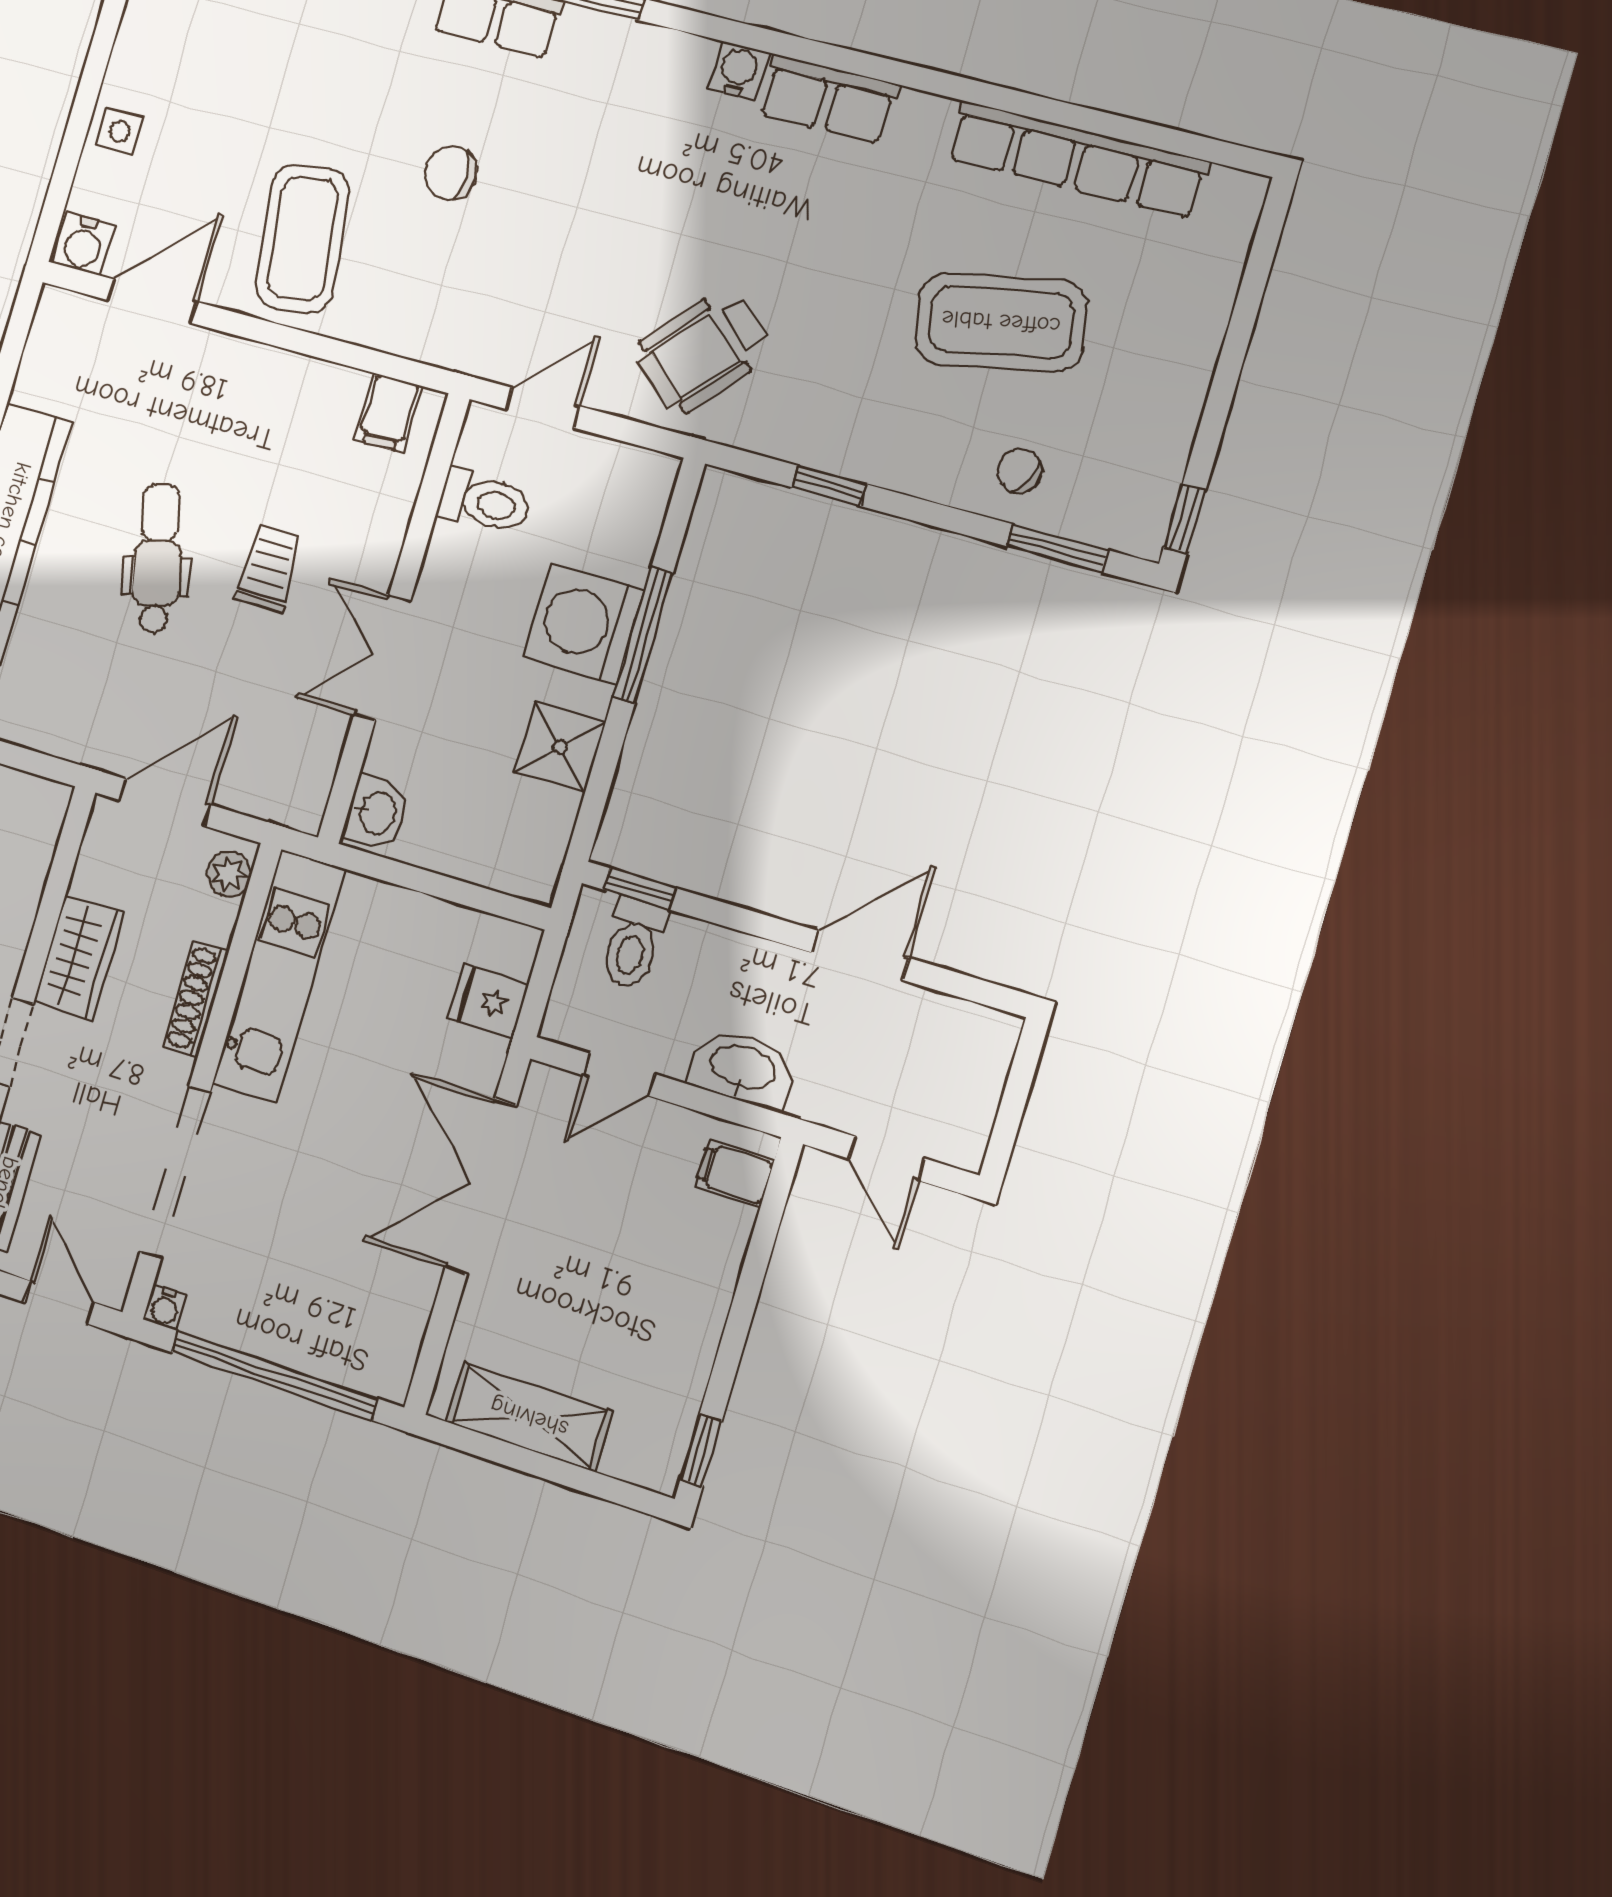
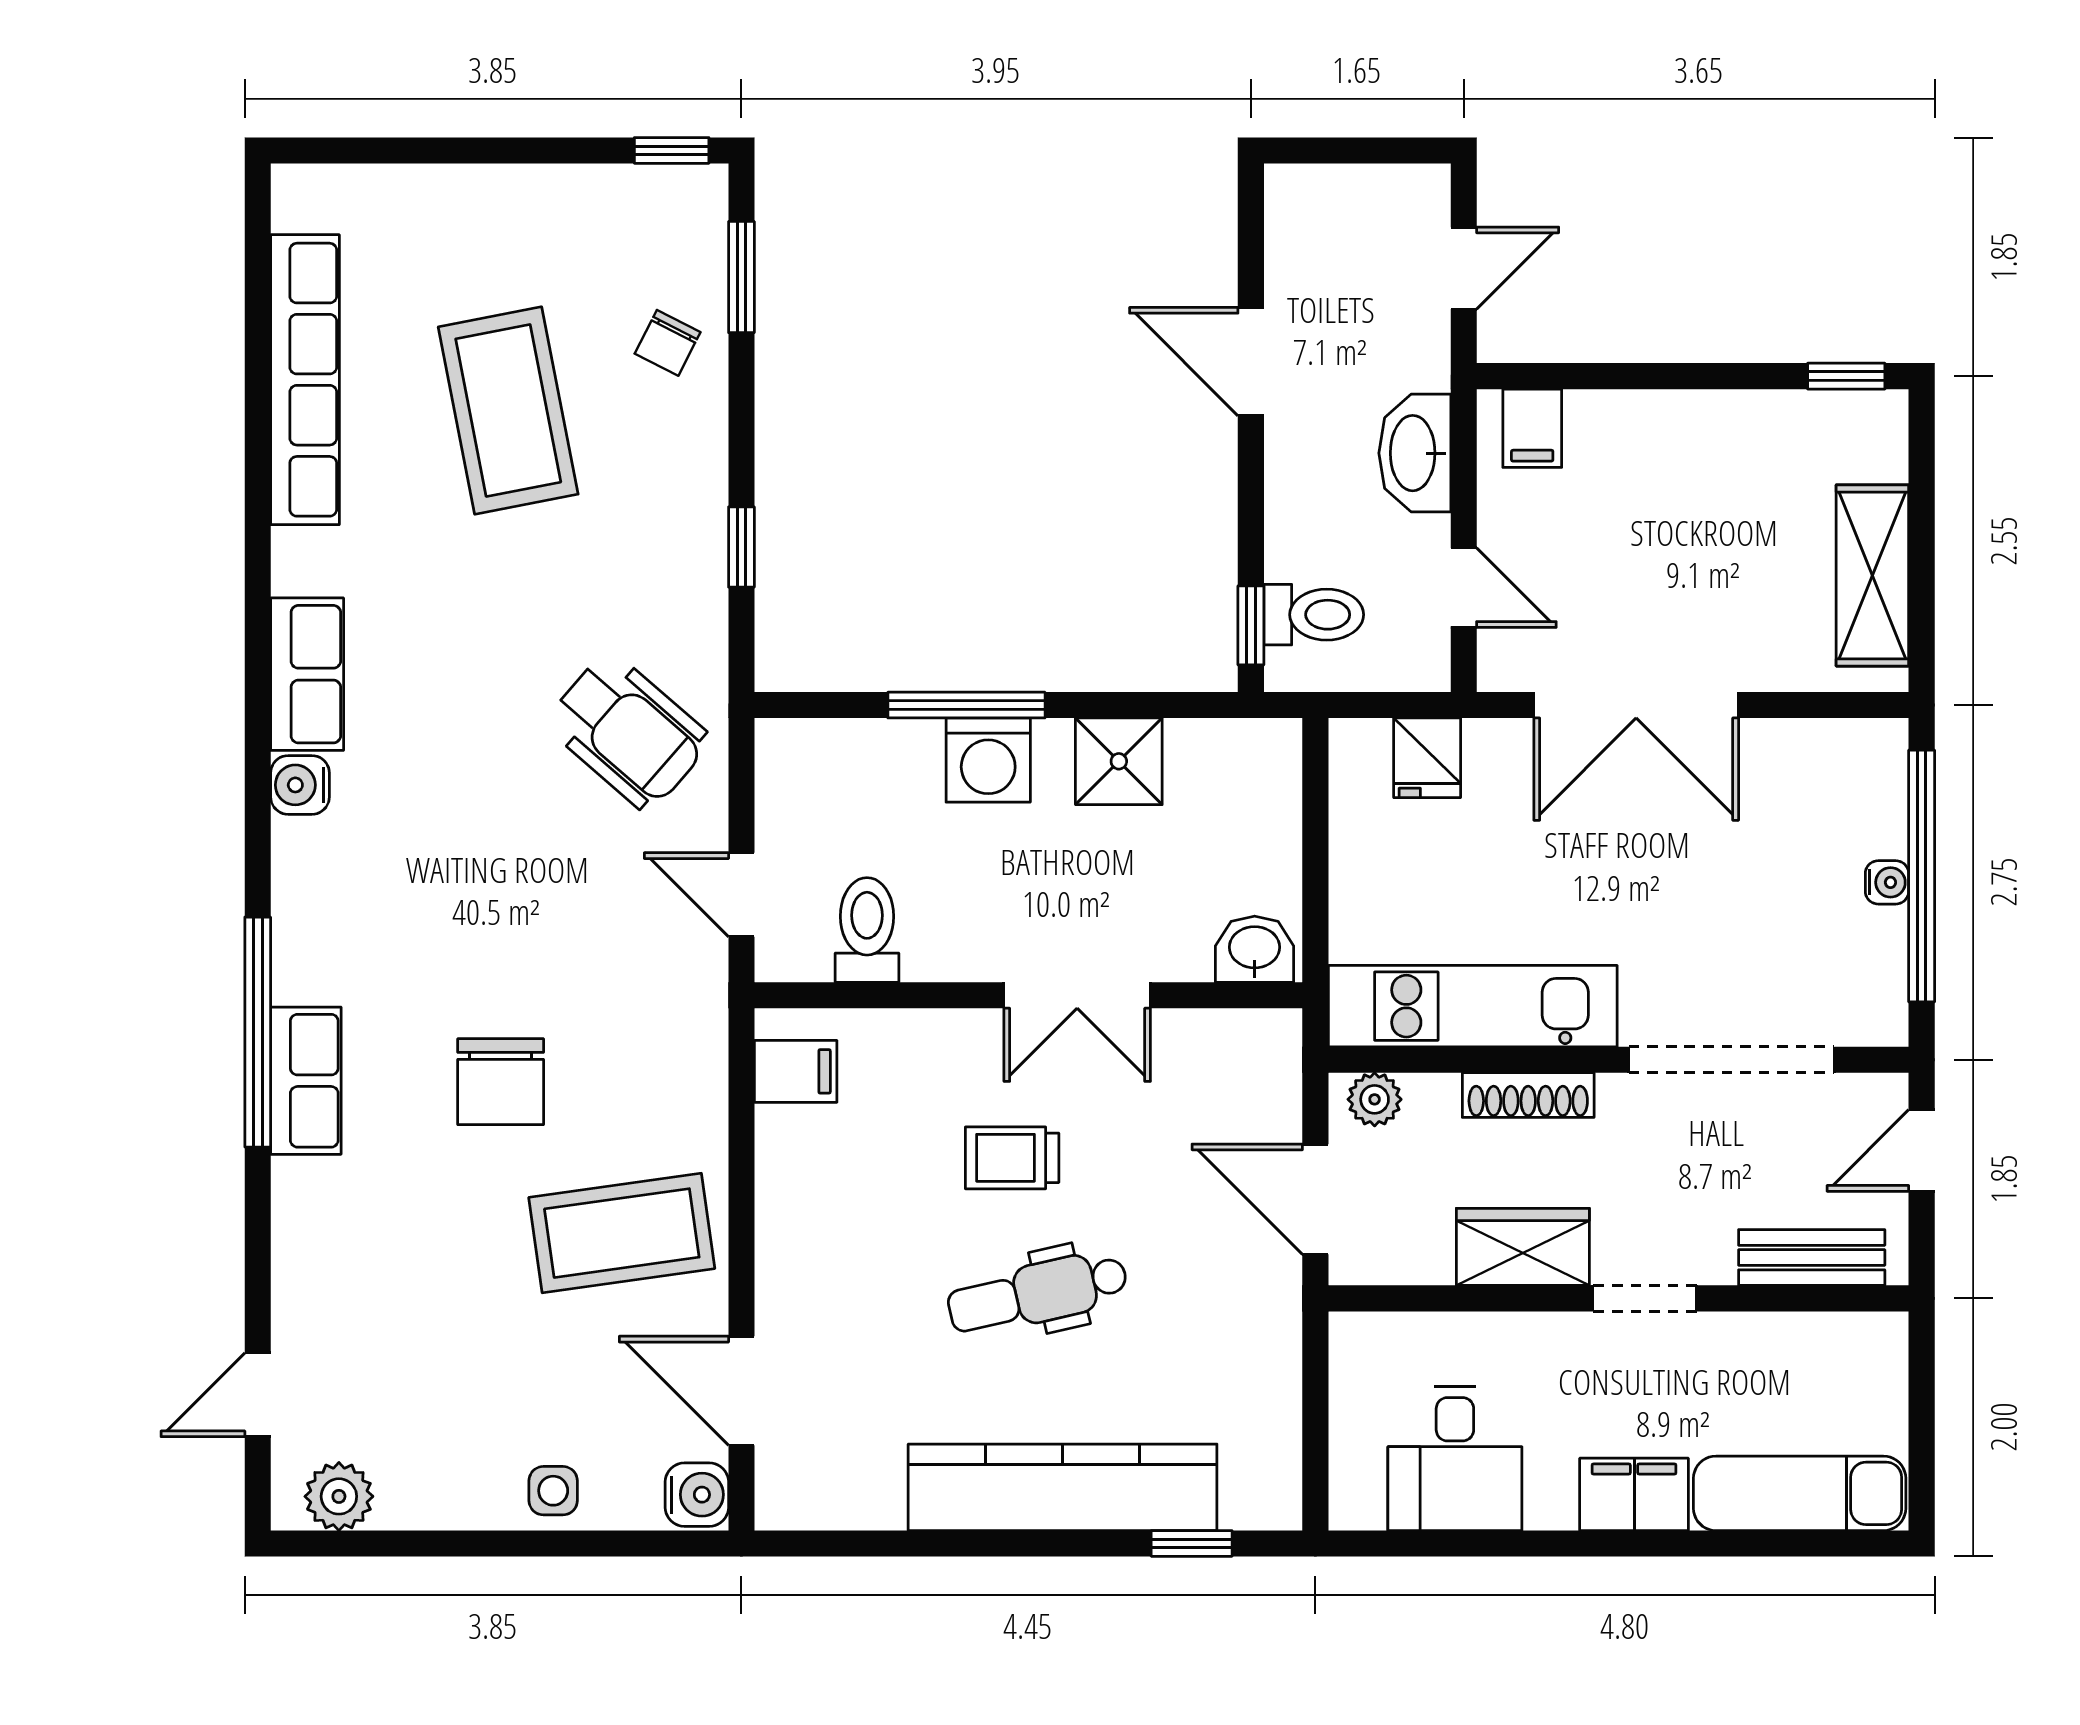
chair: (451, 173) -> (501, 1082), width x1.37, depth x1.37
washing machine: (584, 624) -> (988, 760), width x0.73, depth x0.73
water cooler: (165, 1307) -> (1887, 882), moved

